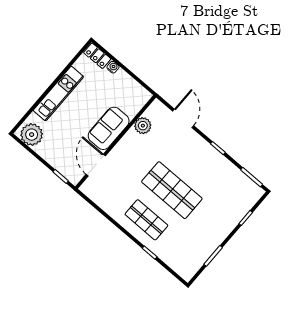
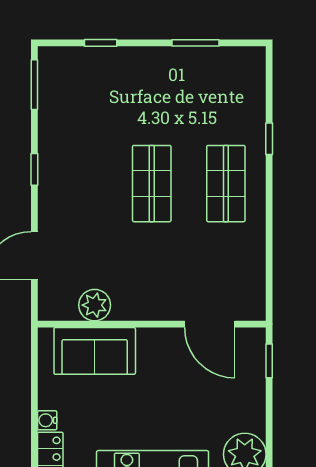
sofa: (109, 128) -> (95, 351), moved
door: (96, 165) -> (210, 324), hinge flipped
shop shelf: (172, 190) -> (152, 184), width x0.70, depth x0.74

